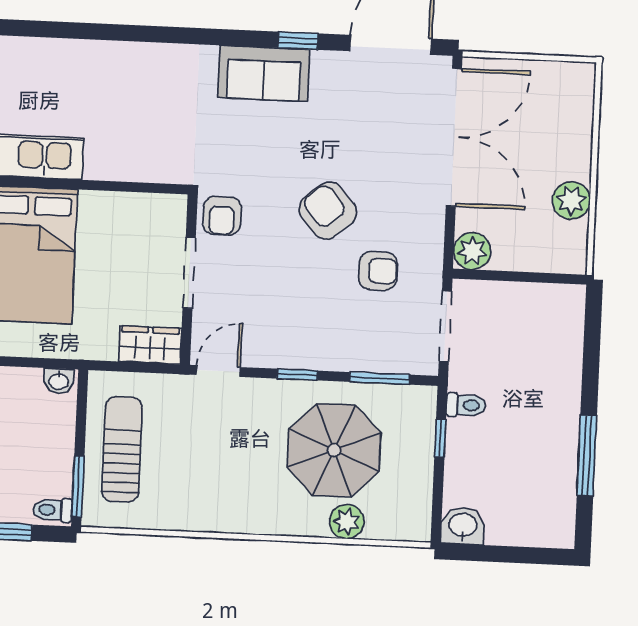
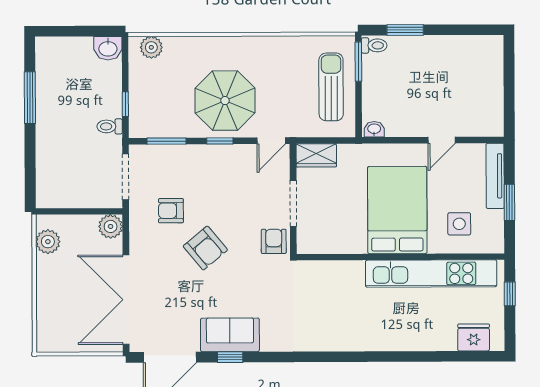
sofa: (264, 73) -> (230, 335), moved
plant: (571, 200) -> (48, 242), moved
sun lounger: (122, 449) -> (331, 87), turned 180
parasol: (334, 450) -> (225, 101), moved
plant: (347, 522) -> (151, 47), moved

